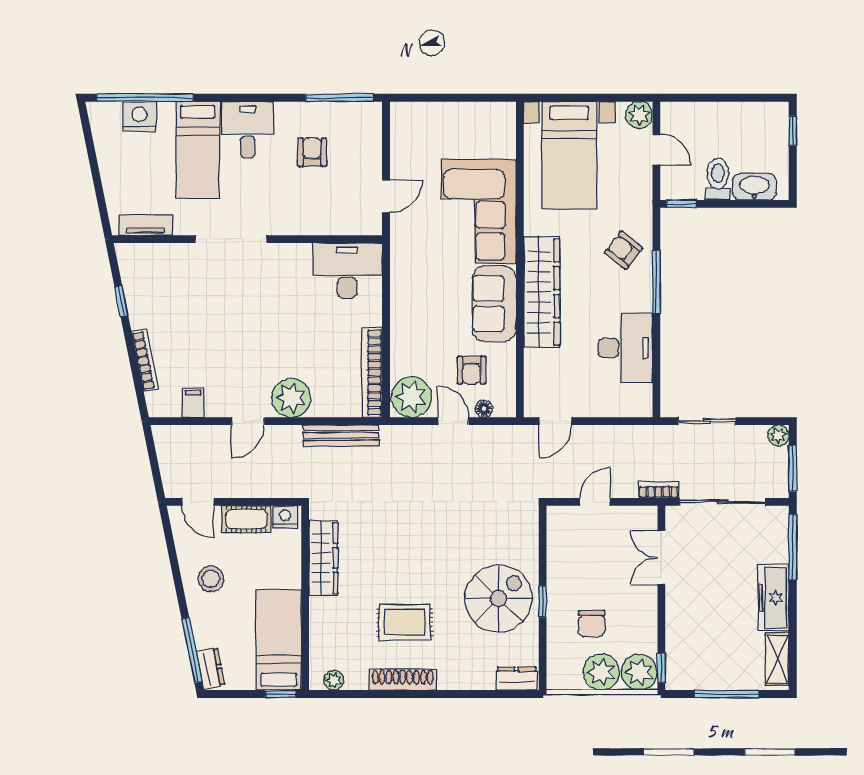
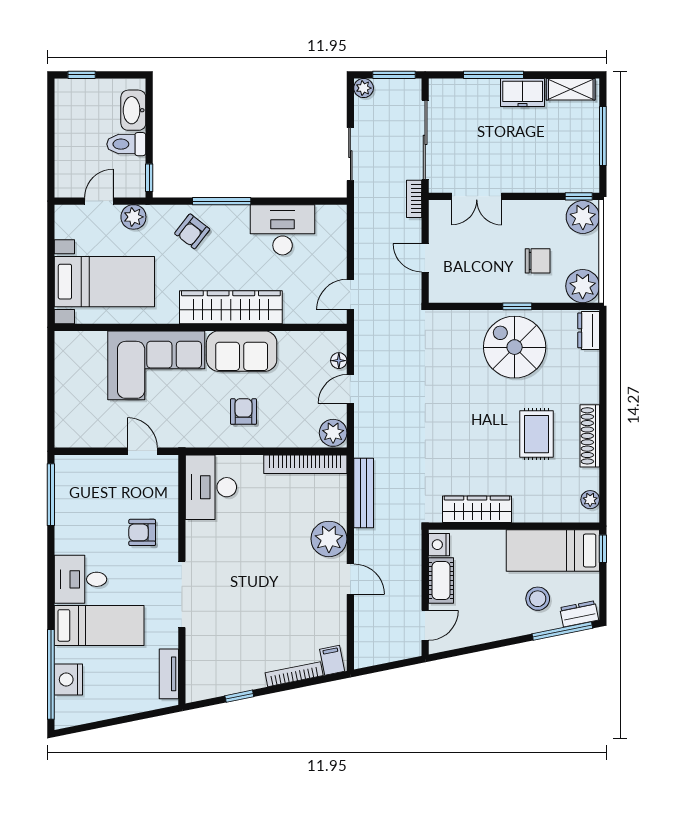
plant: (639, 115) -> (133, 217), moved
armchair: (312, 152) -> (142, 532), moved
armchair: (472, 370) -> (243, 411), moved, turned -90
plant: (411, 397) -> (333, 433), width x0.73, depth x0.73
filing cabinet: (193, 403) -> (332, 660), moved, turned 79
door: (555, 421) -> (350, 295), swing flipped
window: (793, 547) -> (493, 75), moved
stool: (211, 579) -> (538, 599), moved
freezer: (774, 598) -> (523, 93), width x0.71
plant: (601, 672) -> (583, 286), moved

